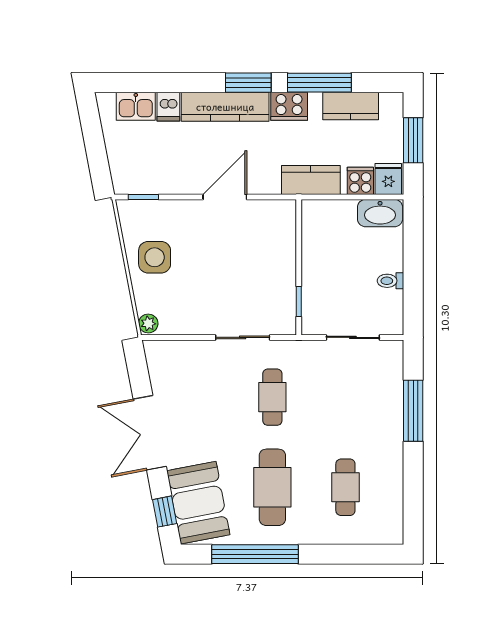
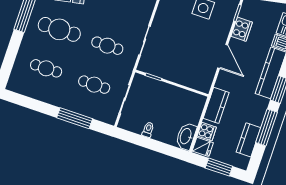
cooker: (289, 106) -> (242, 29), moved, turned 180
cafe table: (345, 397) -> (94, 85), added

